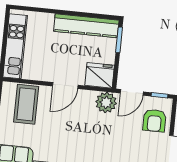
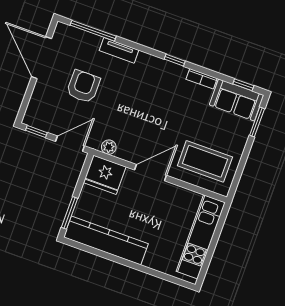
plant: (106, 102) -> (109, 147), width x0.53, depth x0.53
coffee table: (26, 104) -> (205, 161), turned 90
armchair: (154, 121) -> (83, 86), moved

